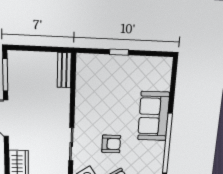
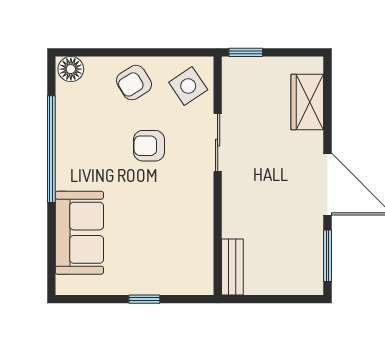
sofa: (154, 116) -> (79, 233), moved

